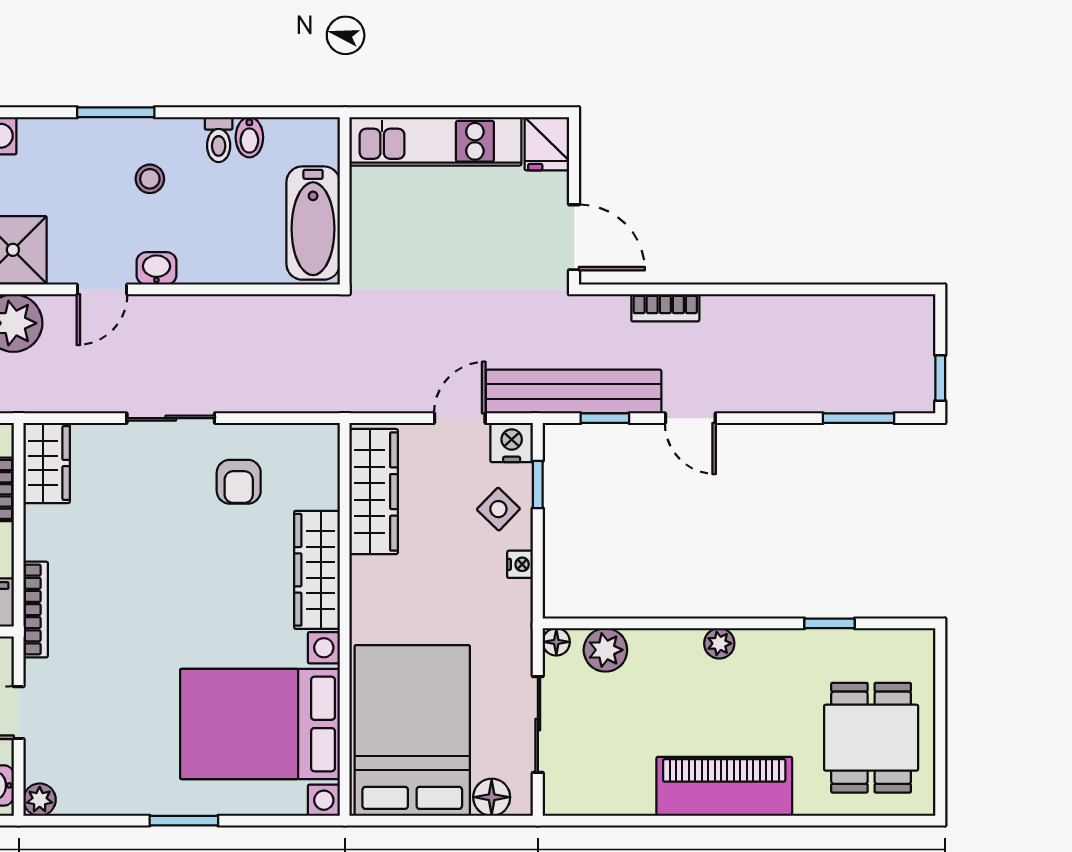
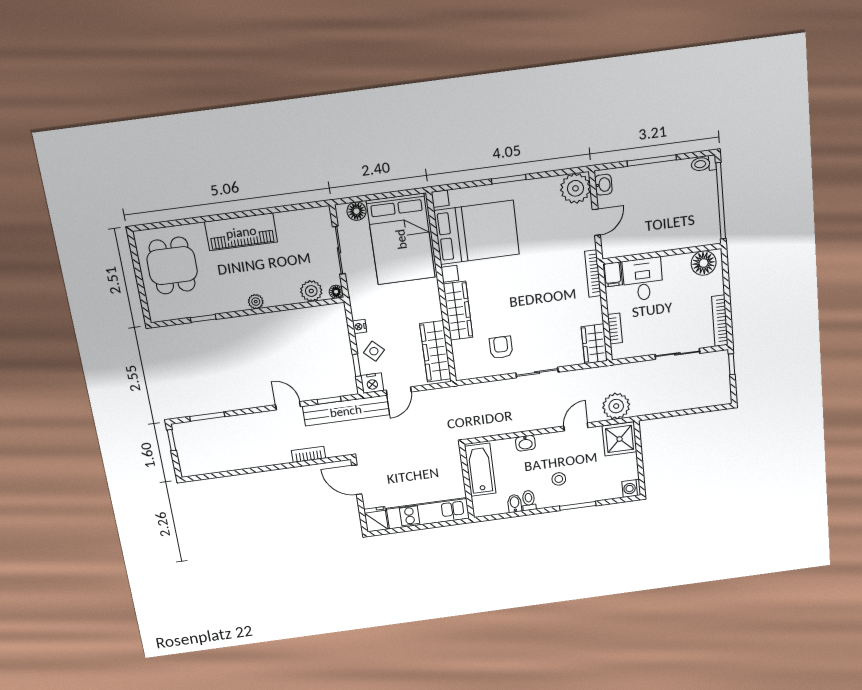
washbasin: (156, 268) -> (525, 443), moved
plant: (40, 800) -> (575, 188), width x1.87, depth x1.87

